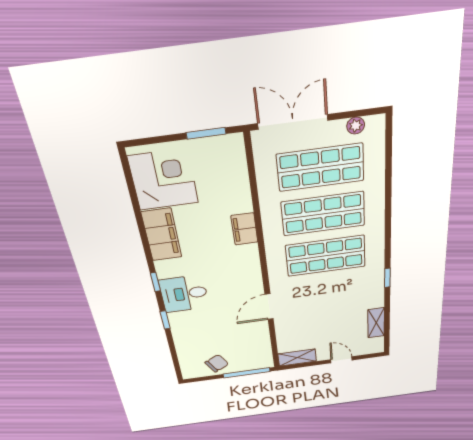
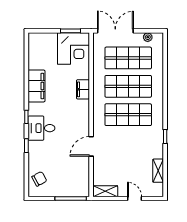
corner desk: (163, 180) -> (74, 49), moved, turned 90
chair: (217, 363) -> (39, 179), moved

